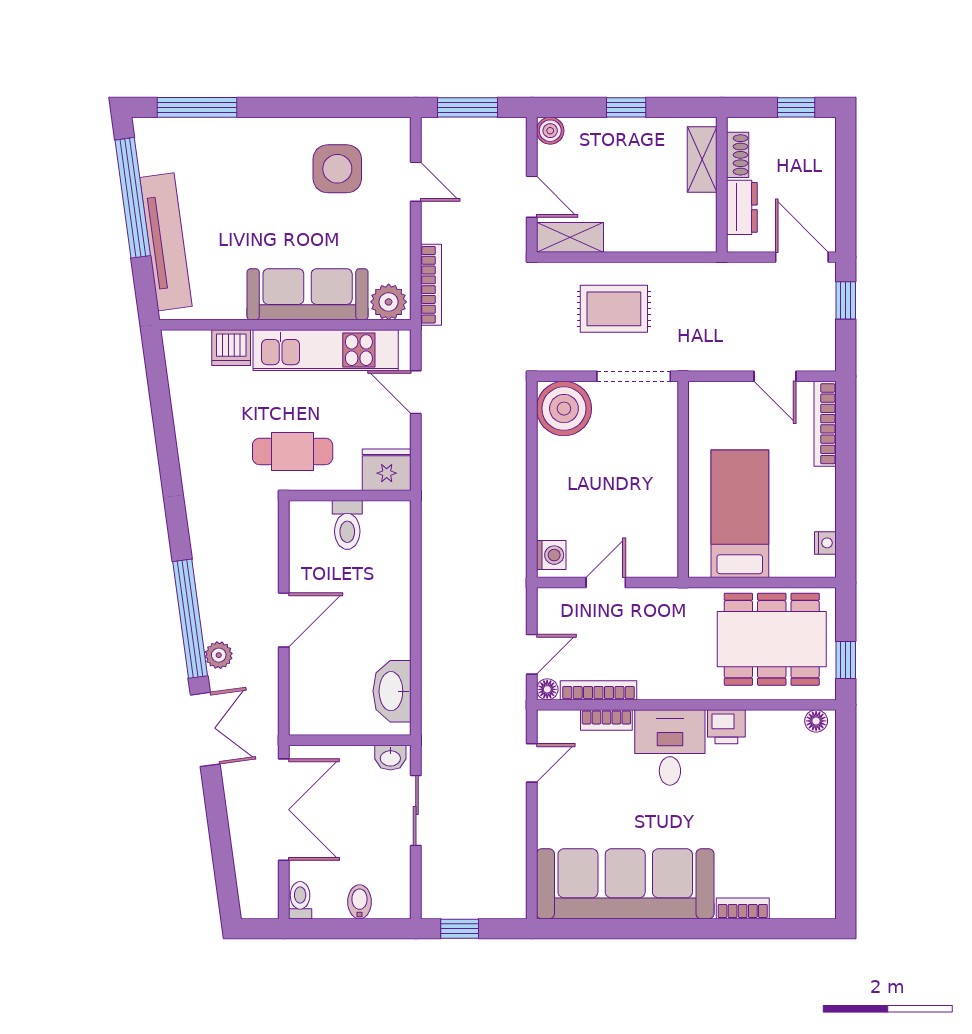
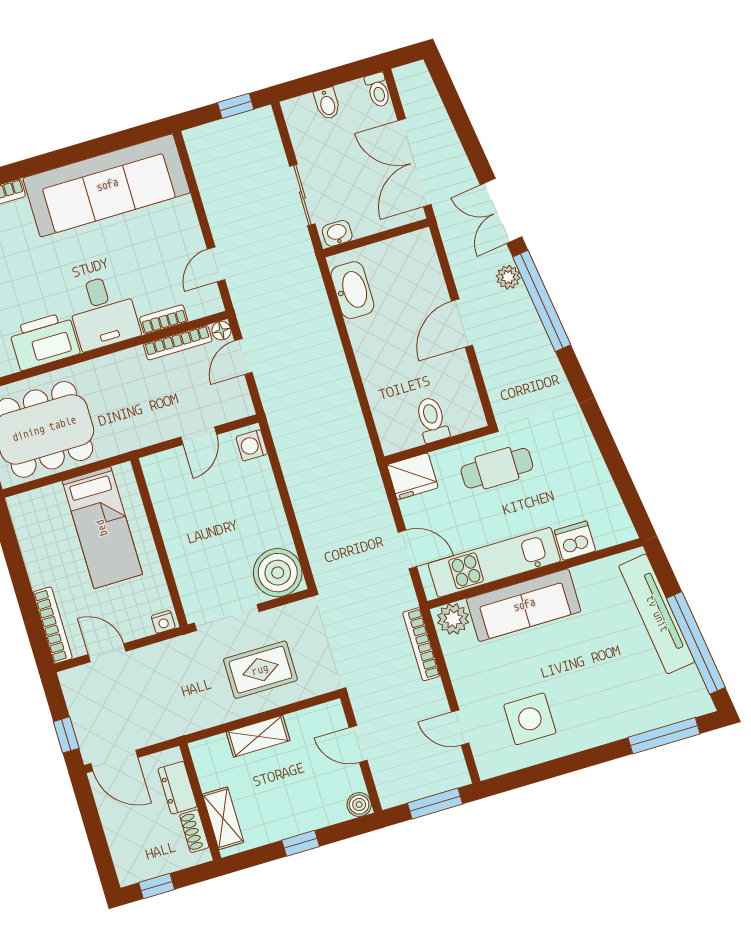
shelving: (570, 237) -> (258, 736), moved
nightstand: (825, 543) -> (163, 622), moved, turned -90
printer: (726, 727) -> (44, 341), width x1.87, depth x1.48

